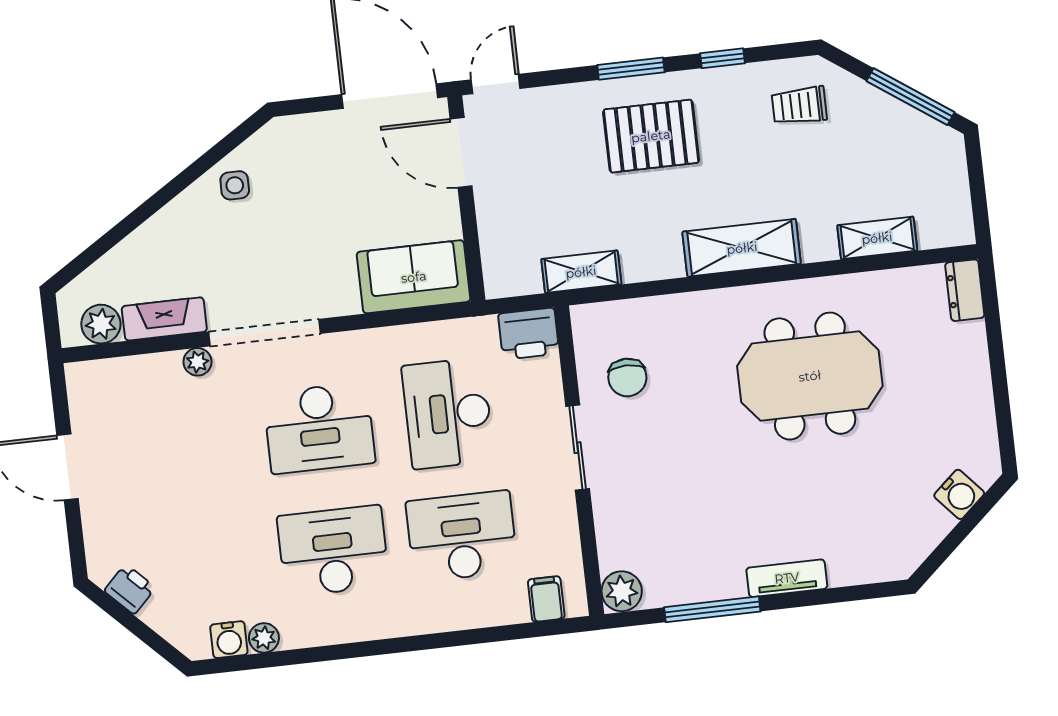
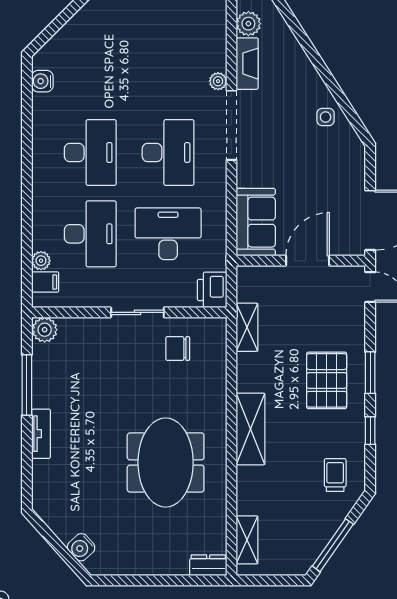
door: (461, 152) -> (308, 261), moved
shelving: (877, 238) -> (247, 540), moved
desk: (319, 428) -> (168, 153), turned 180
printer: (130, 589) -> (81, 23), removed
plant: (264, 638) -> (41, 261), moved

